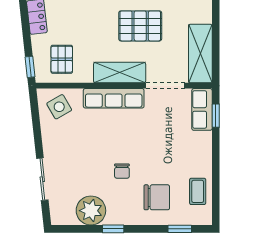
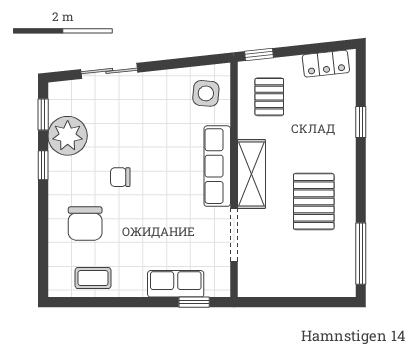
shelving: (200, 54) -> (277, 282), removed
pallet: (62, 59) -> (269, 97), turned 90
side table: (59, 107) -> (206, 93), turned 35
row of seats: (202, 109) -> (176, 284), moved
window: (180, 229) -> (43, 115), moved

